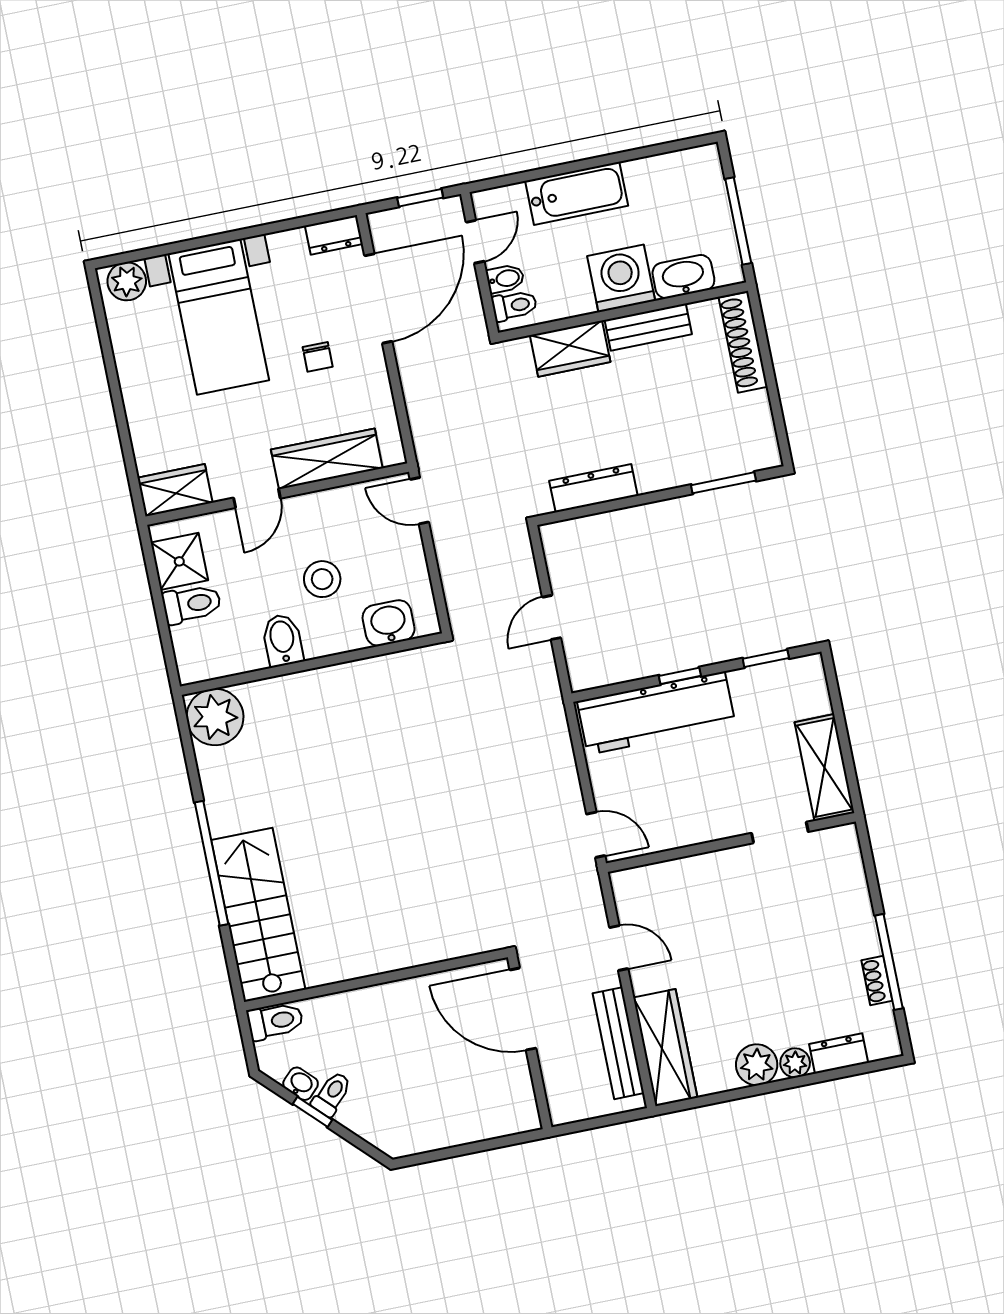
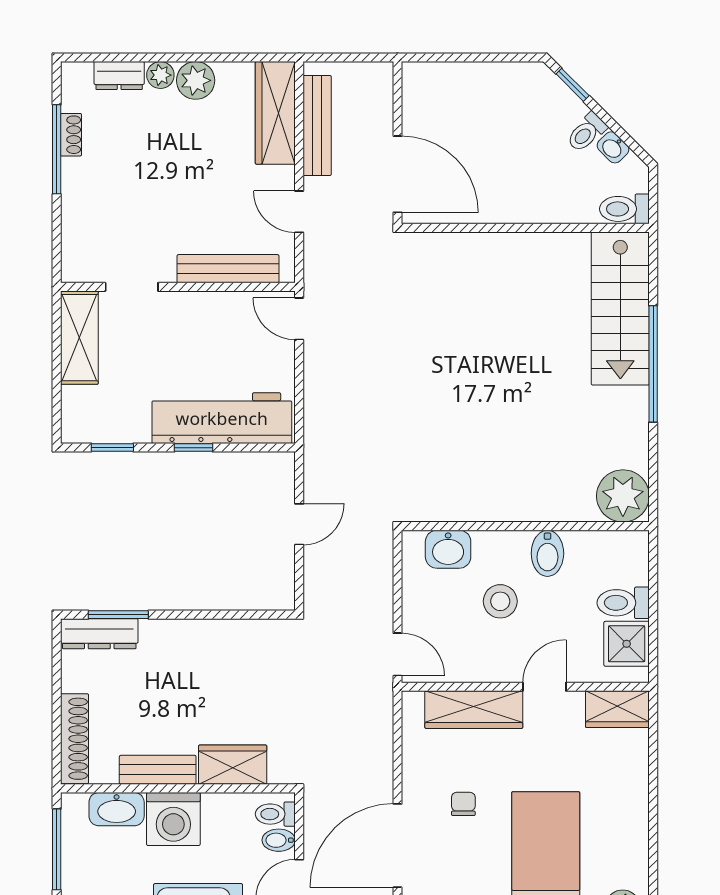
dresser: (593, 488) -> (99, 634), moved
bench: (682, 872) -> (228, 269), added
window: (313, 1112) -> (573, 85), moved

